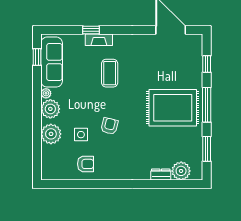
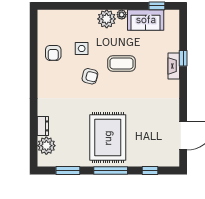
sofa: (52, 62) -> (146, 20), width x0.73
coffee table: (110, 73) -> (122, 63), moved
plant: (51, 134) -> (82, 19), removed

